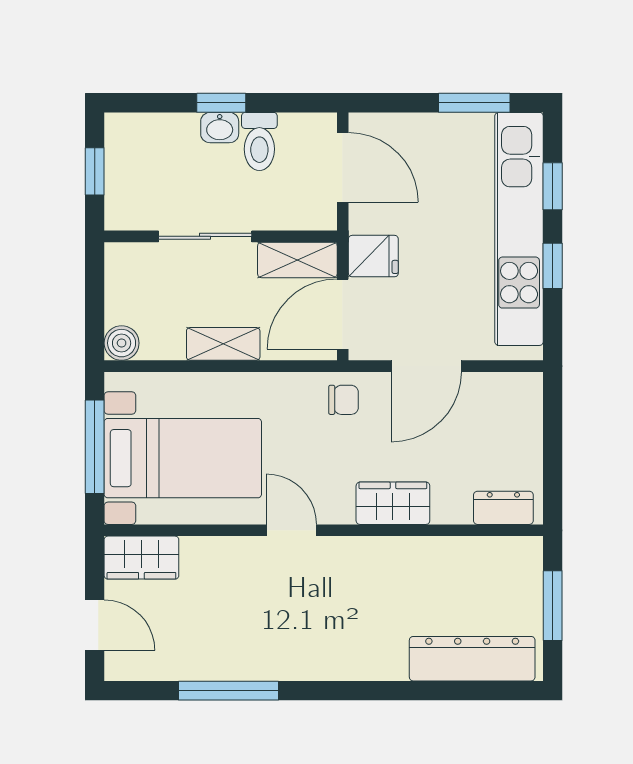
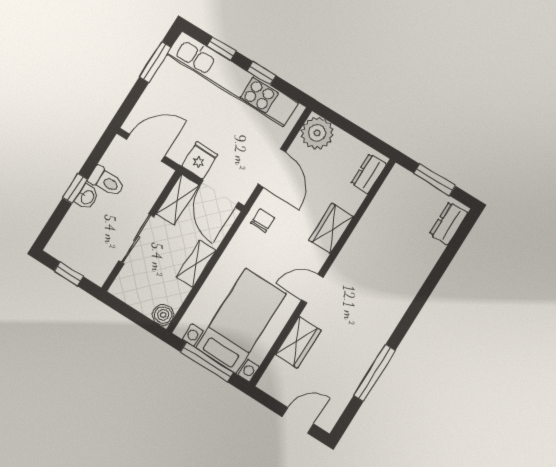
plant: (516, 399) -> (317, 133), added
wardrobe: (141, 558) -> (298, 342), moved
dresser: (472, 659) -> (448, 223), width x0.51, depth x0.80

